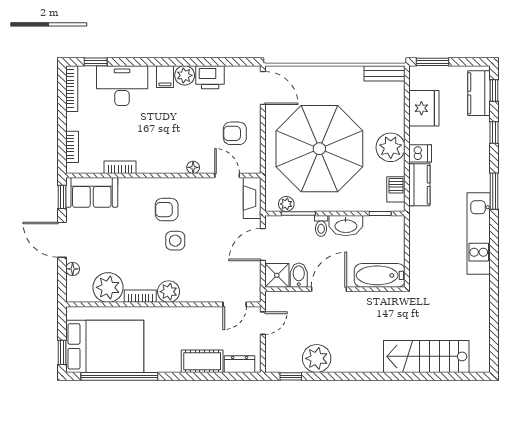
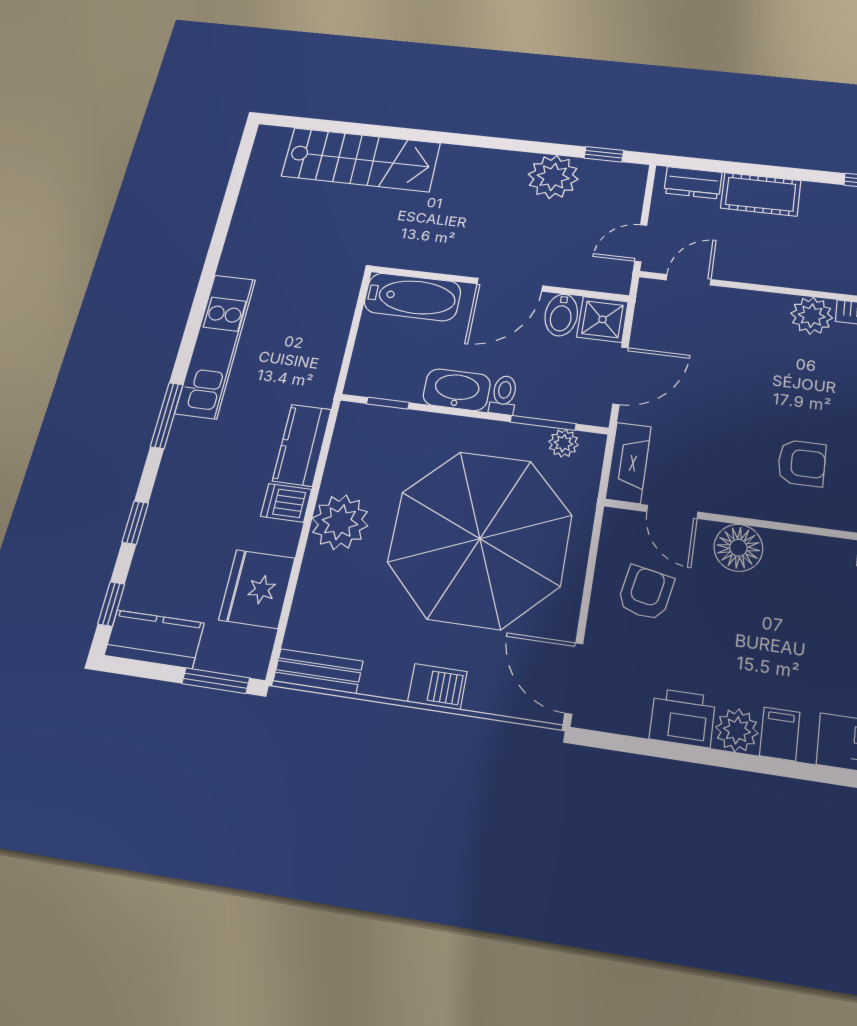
kitchen counter: (479, 93) -> (154, 639), moved, turned -90
armchair: (235, 133) -> (646, 593), turned -79
floor lamp: (193, 167) -> (738, 548), width x1.89, depth x1.89
barbecue: (396, 189) -> (437, 687), moved, turned -90
side table: (175, 241) -> (790, 404), removed

